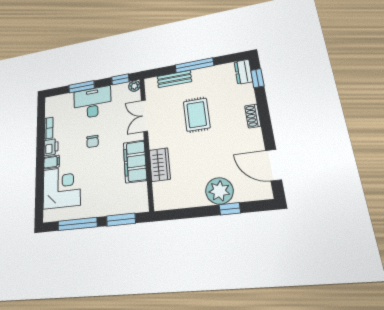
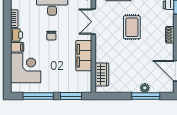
wardrobe: (160, 165) -> (102, 74), moved
plant: (219, 191) -> (145, 88), width x0.53, depth x0.53
window: (230, 209) -> (146, 96), width x2.17

